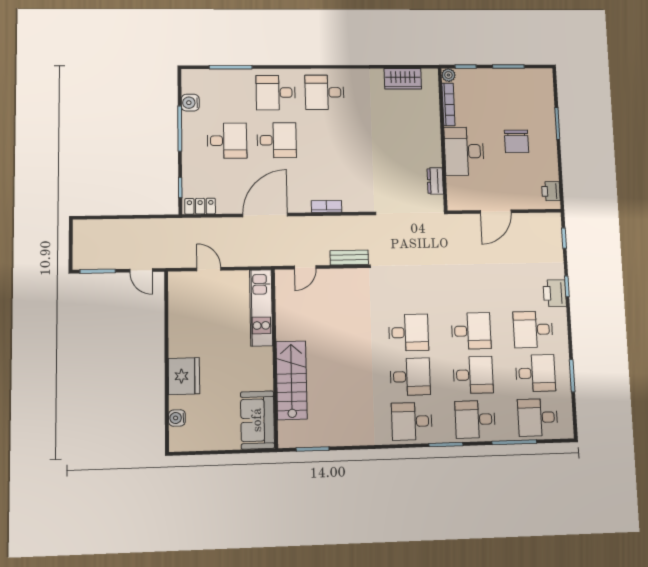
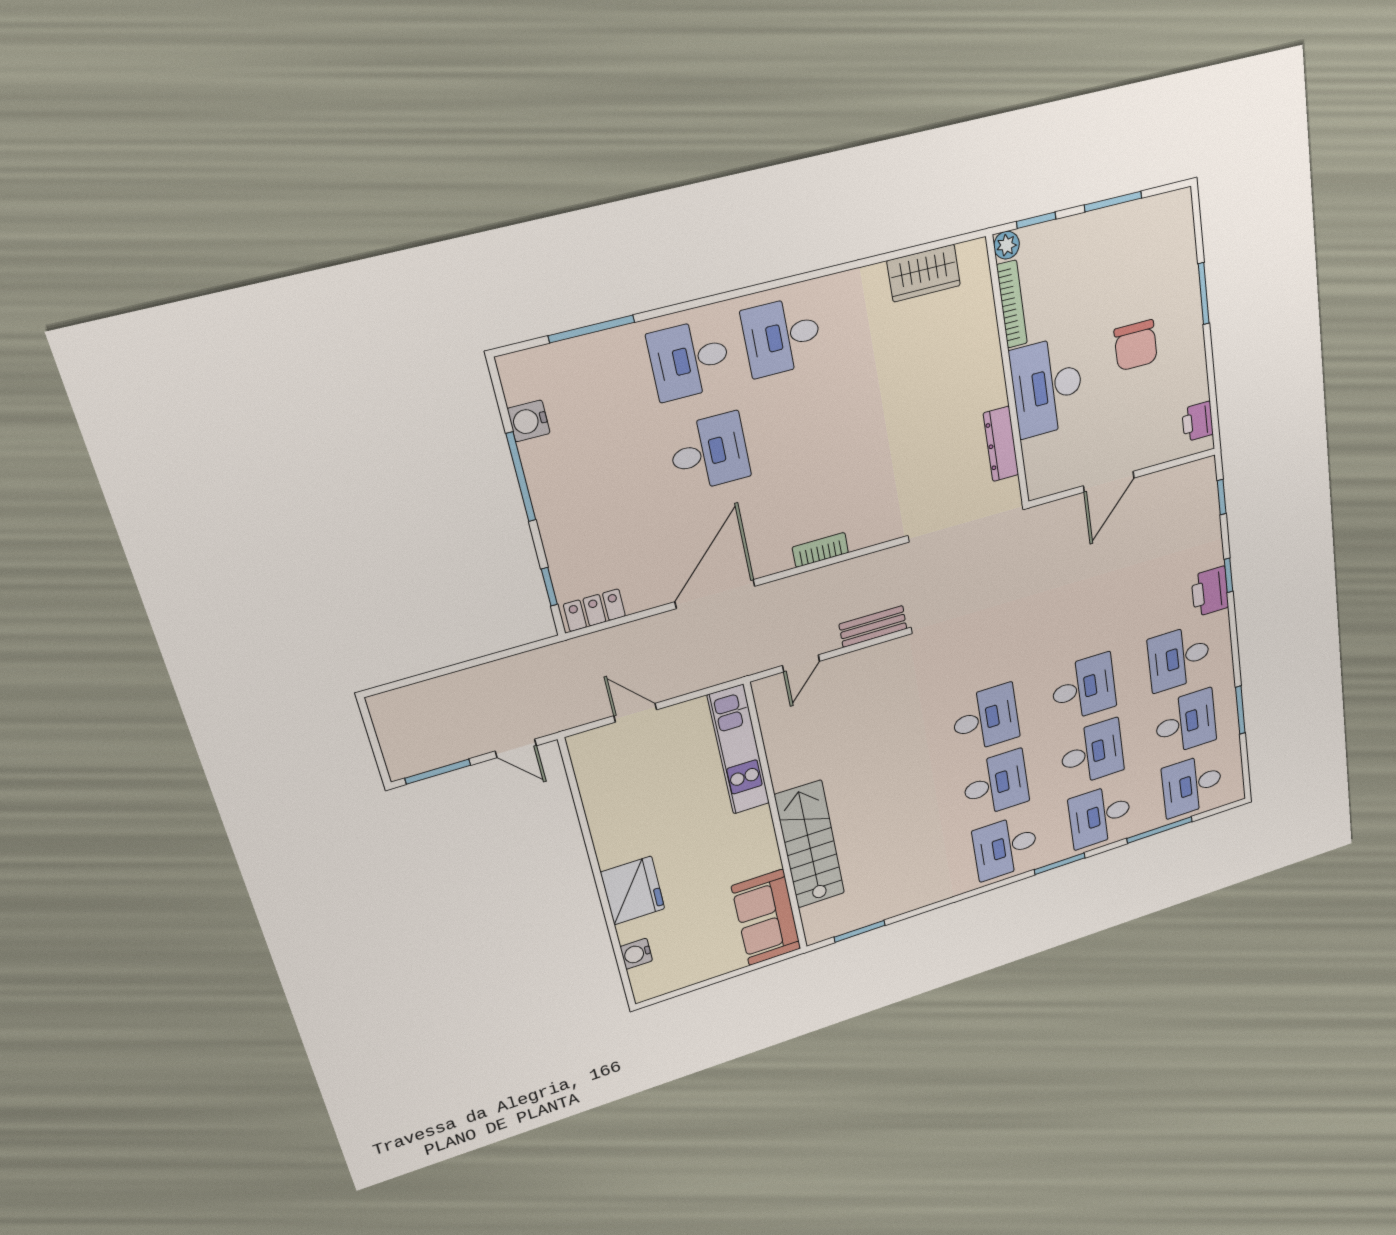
desk: (227, 141) -> (617, 477), removed
dresser: (435, 181) -> (1001, 444), width x1.44

